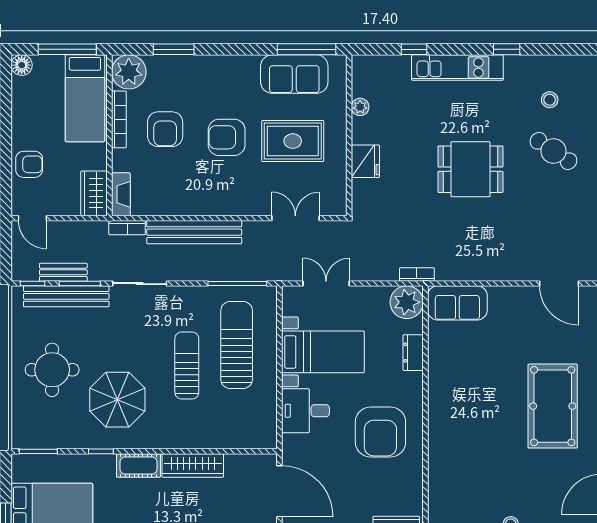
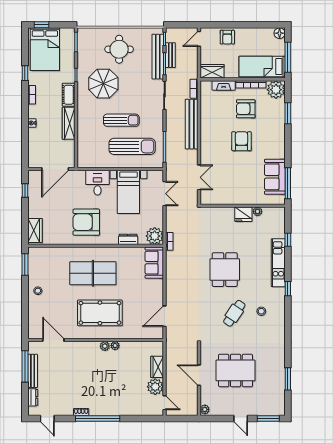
rug: (293, 141) -> (240, 176), removed
fridge: (365, 161) -> (243, 214), moved
fireplace: (121, 194) -> (224, 85), moved
table tennis table: (477, 419) -> (93, 273), added

